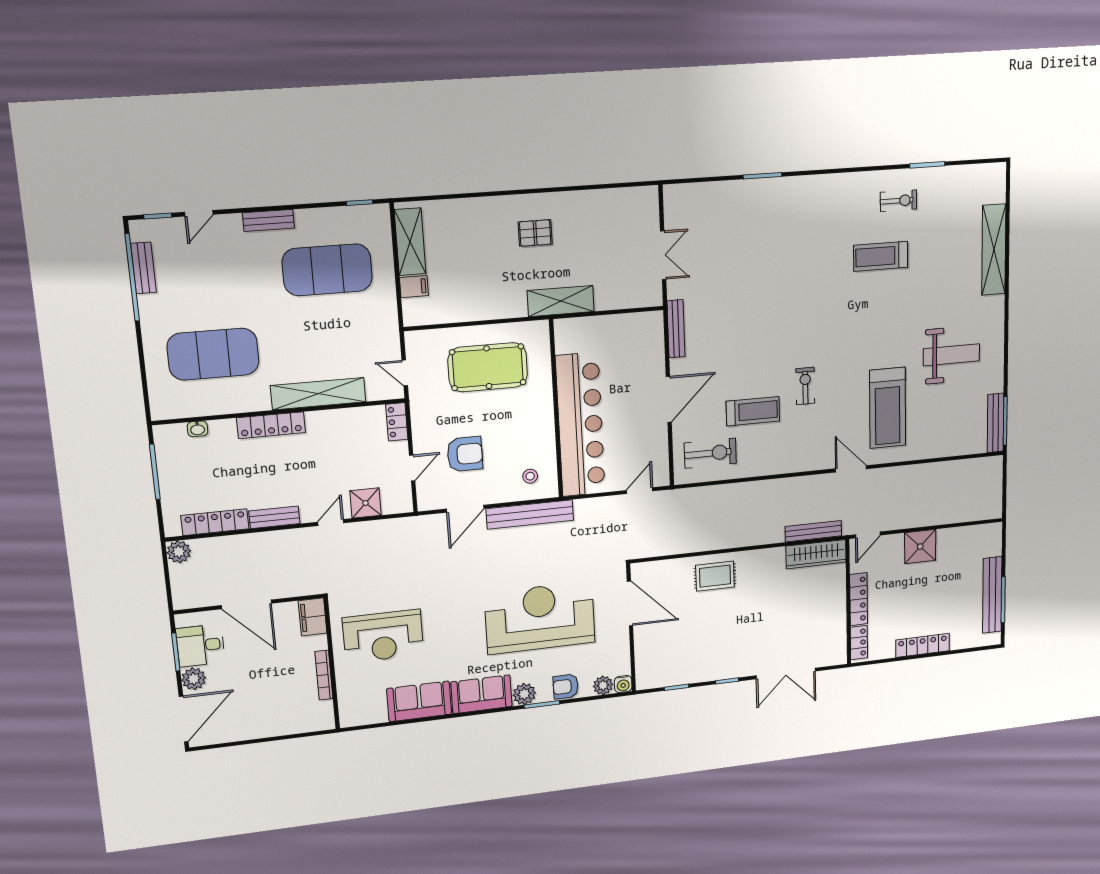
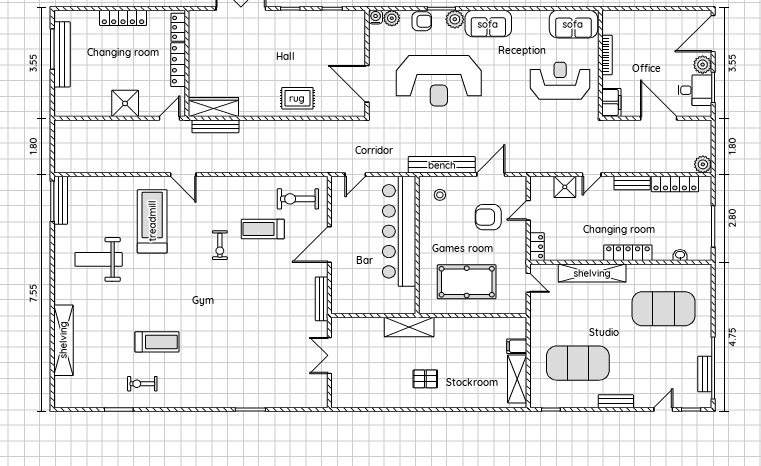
sofa: (419, 701) -> (573, 24), moved

